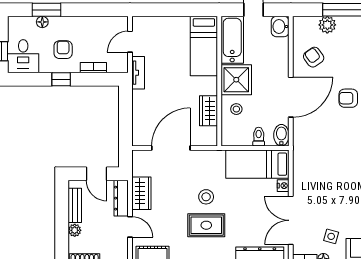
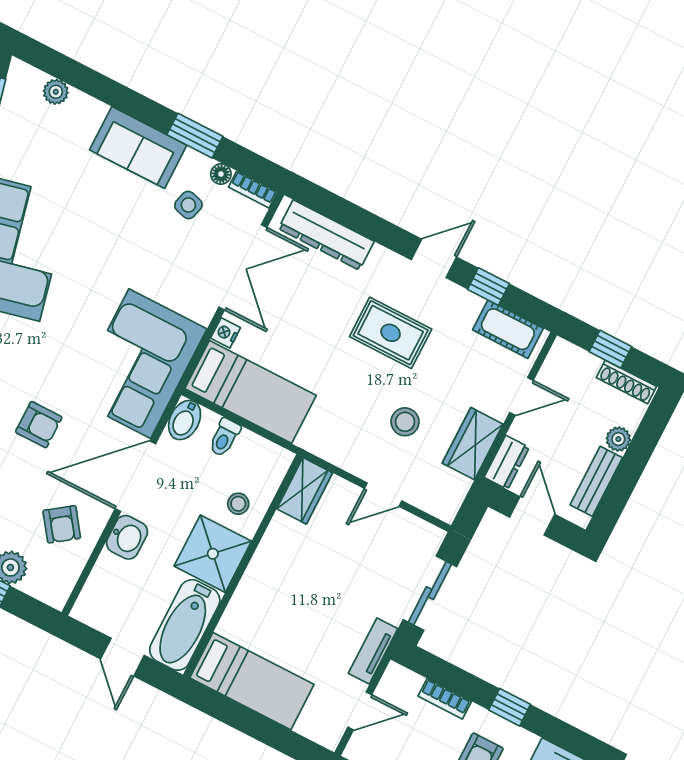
washbasin: (280, 27) -> (127, 537), moved
bed: (204, 46) -> (252, 681), moved, turned 90
wardrobe: (209, 111) -> (305, 491), moved
sliding door: (126, 113) -> (430, 593), added
door: (171, 148) -> (383, 495), width x0.53
corner sofa: (316, 151) -> (140, 364), added
stool: (206, 197) -> (405, 422), moved
dresser: (121, 198) -> (507, 462), width x0.70
door: (130, 227) -> (521, 396), swing flipped

